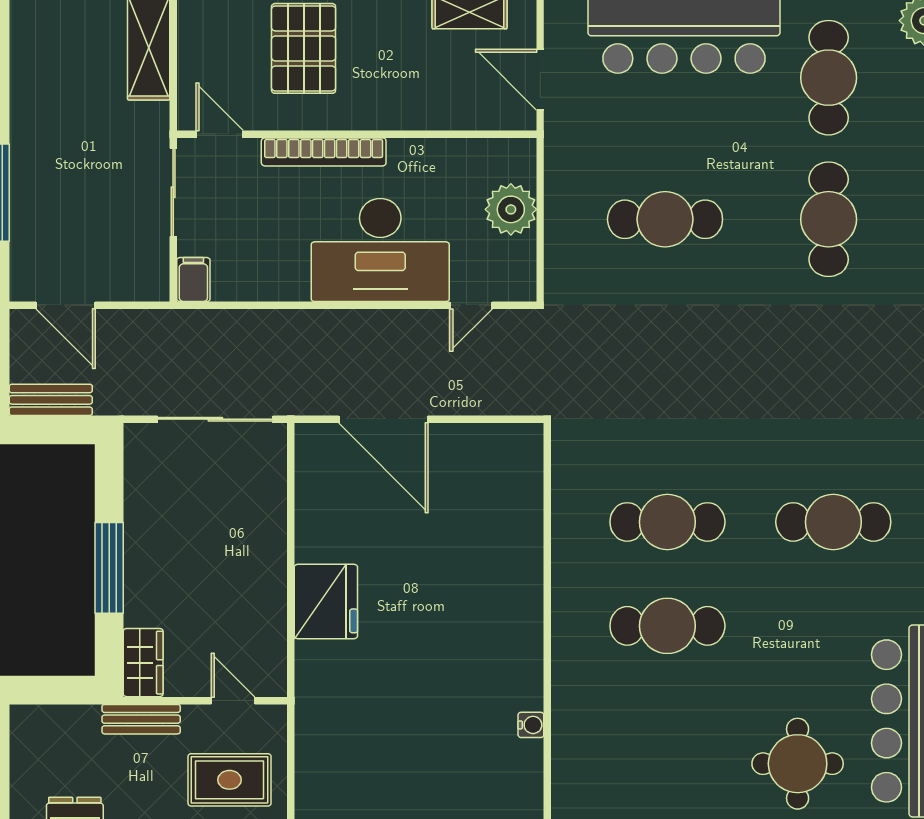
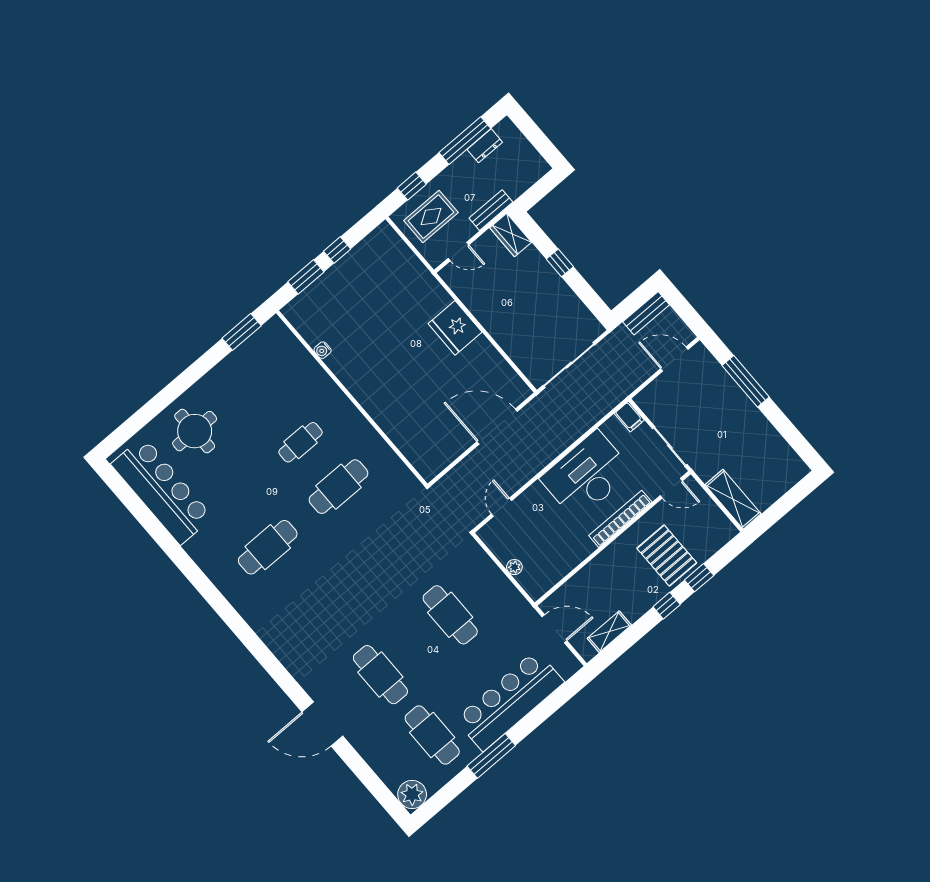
plant: (511, 209) -> (514, 567), width x0.53, depth x0.53
cafe table: (665, 219) -> (450, 615), turned 90
desk: (380, 250) -> (587, 475), moved
window: (109, 568) -> (560, 263), width x0.46
cafe table: (667, 626) -> (300, 442), width x0.73, depth x0.74

